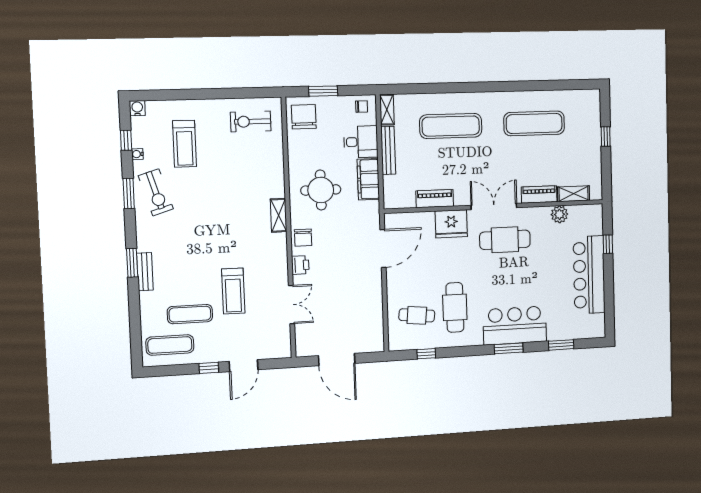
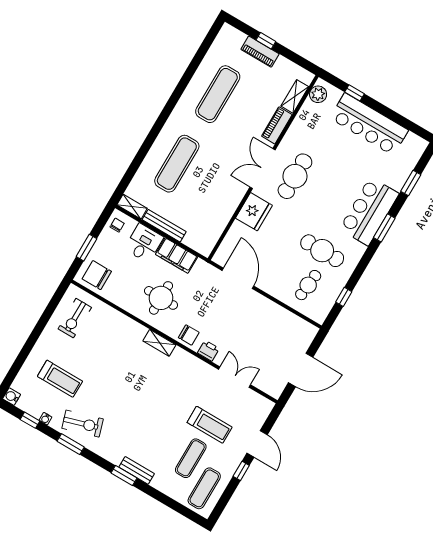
piano: (435, 199) -> (260, 52), moved, turned -90
plant: (559, 214) -> (318, 94), moved
treadmill: (233, 291) -> (210, 425), moved

